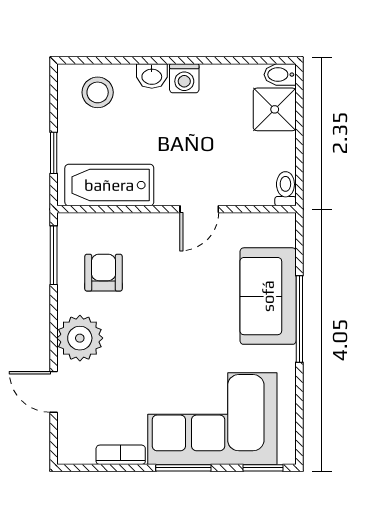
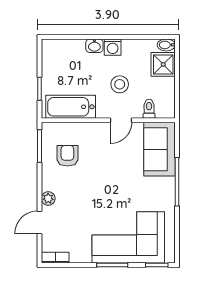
stool: (98, 92) -> (120, 84), moved
toilet: (285, 189) -> (149, 109), moved
sofa: (268, 296) -> (160, 149), moved
plant: (80, 338) -> (48, 198), width x0.53, depth x0.53
door: (54, 392) -> (39, 222), hinge flipped
bookcase: (121, 455) -> (55, 258), moved

